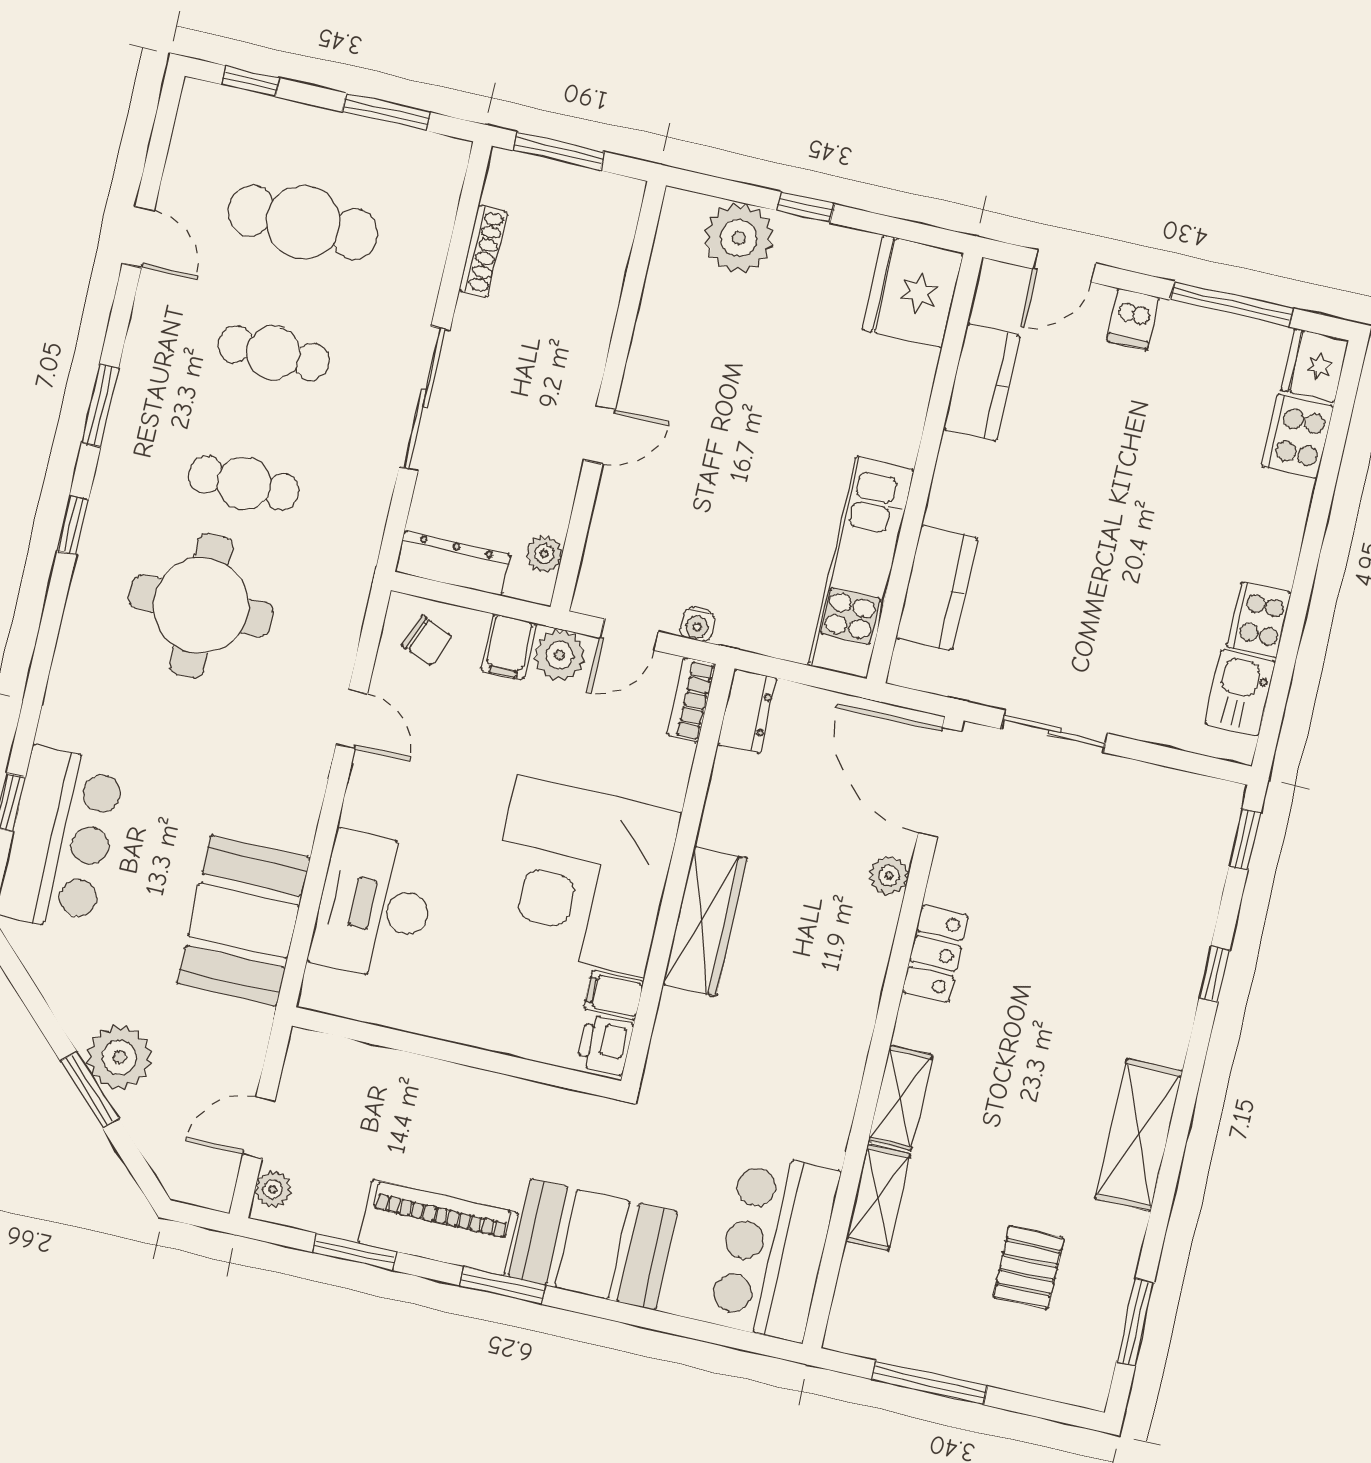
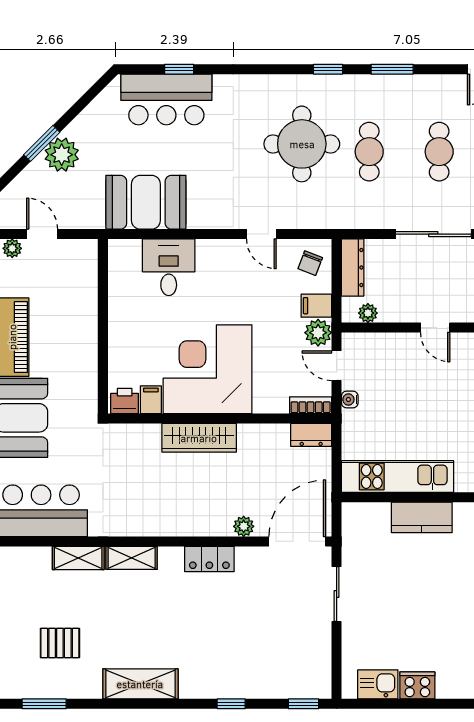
kitchen counter: (937, 588) -> (422, 517), moved
door: (352, 719) -> (261, 234), hinge flipped
desk: (374, 906) -> (169, 267), width x0.73

